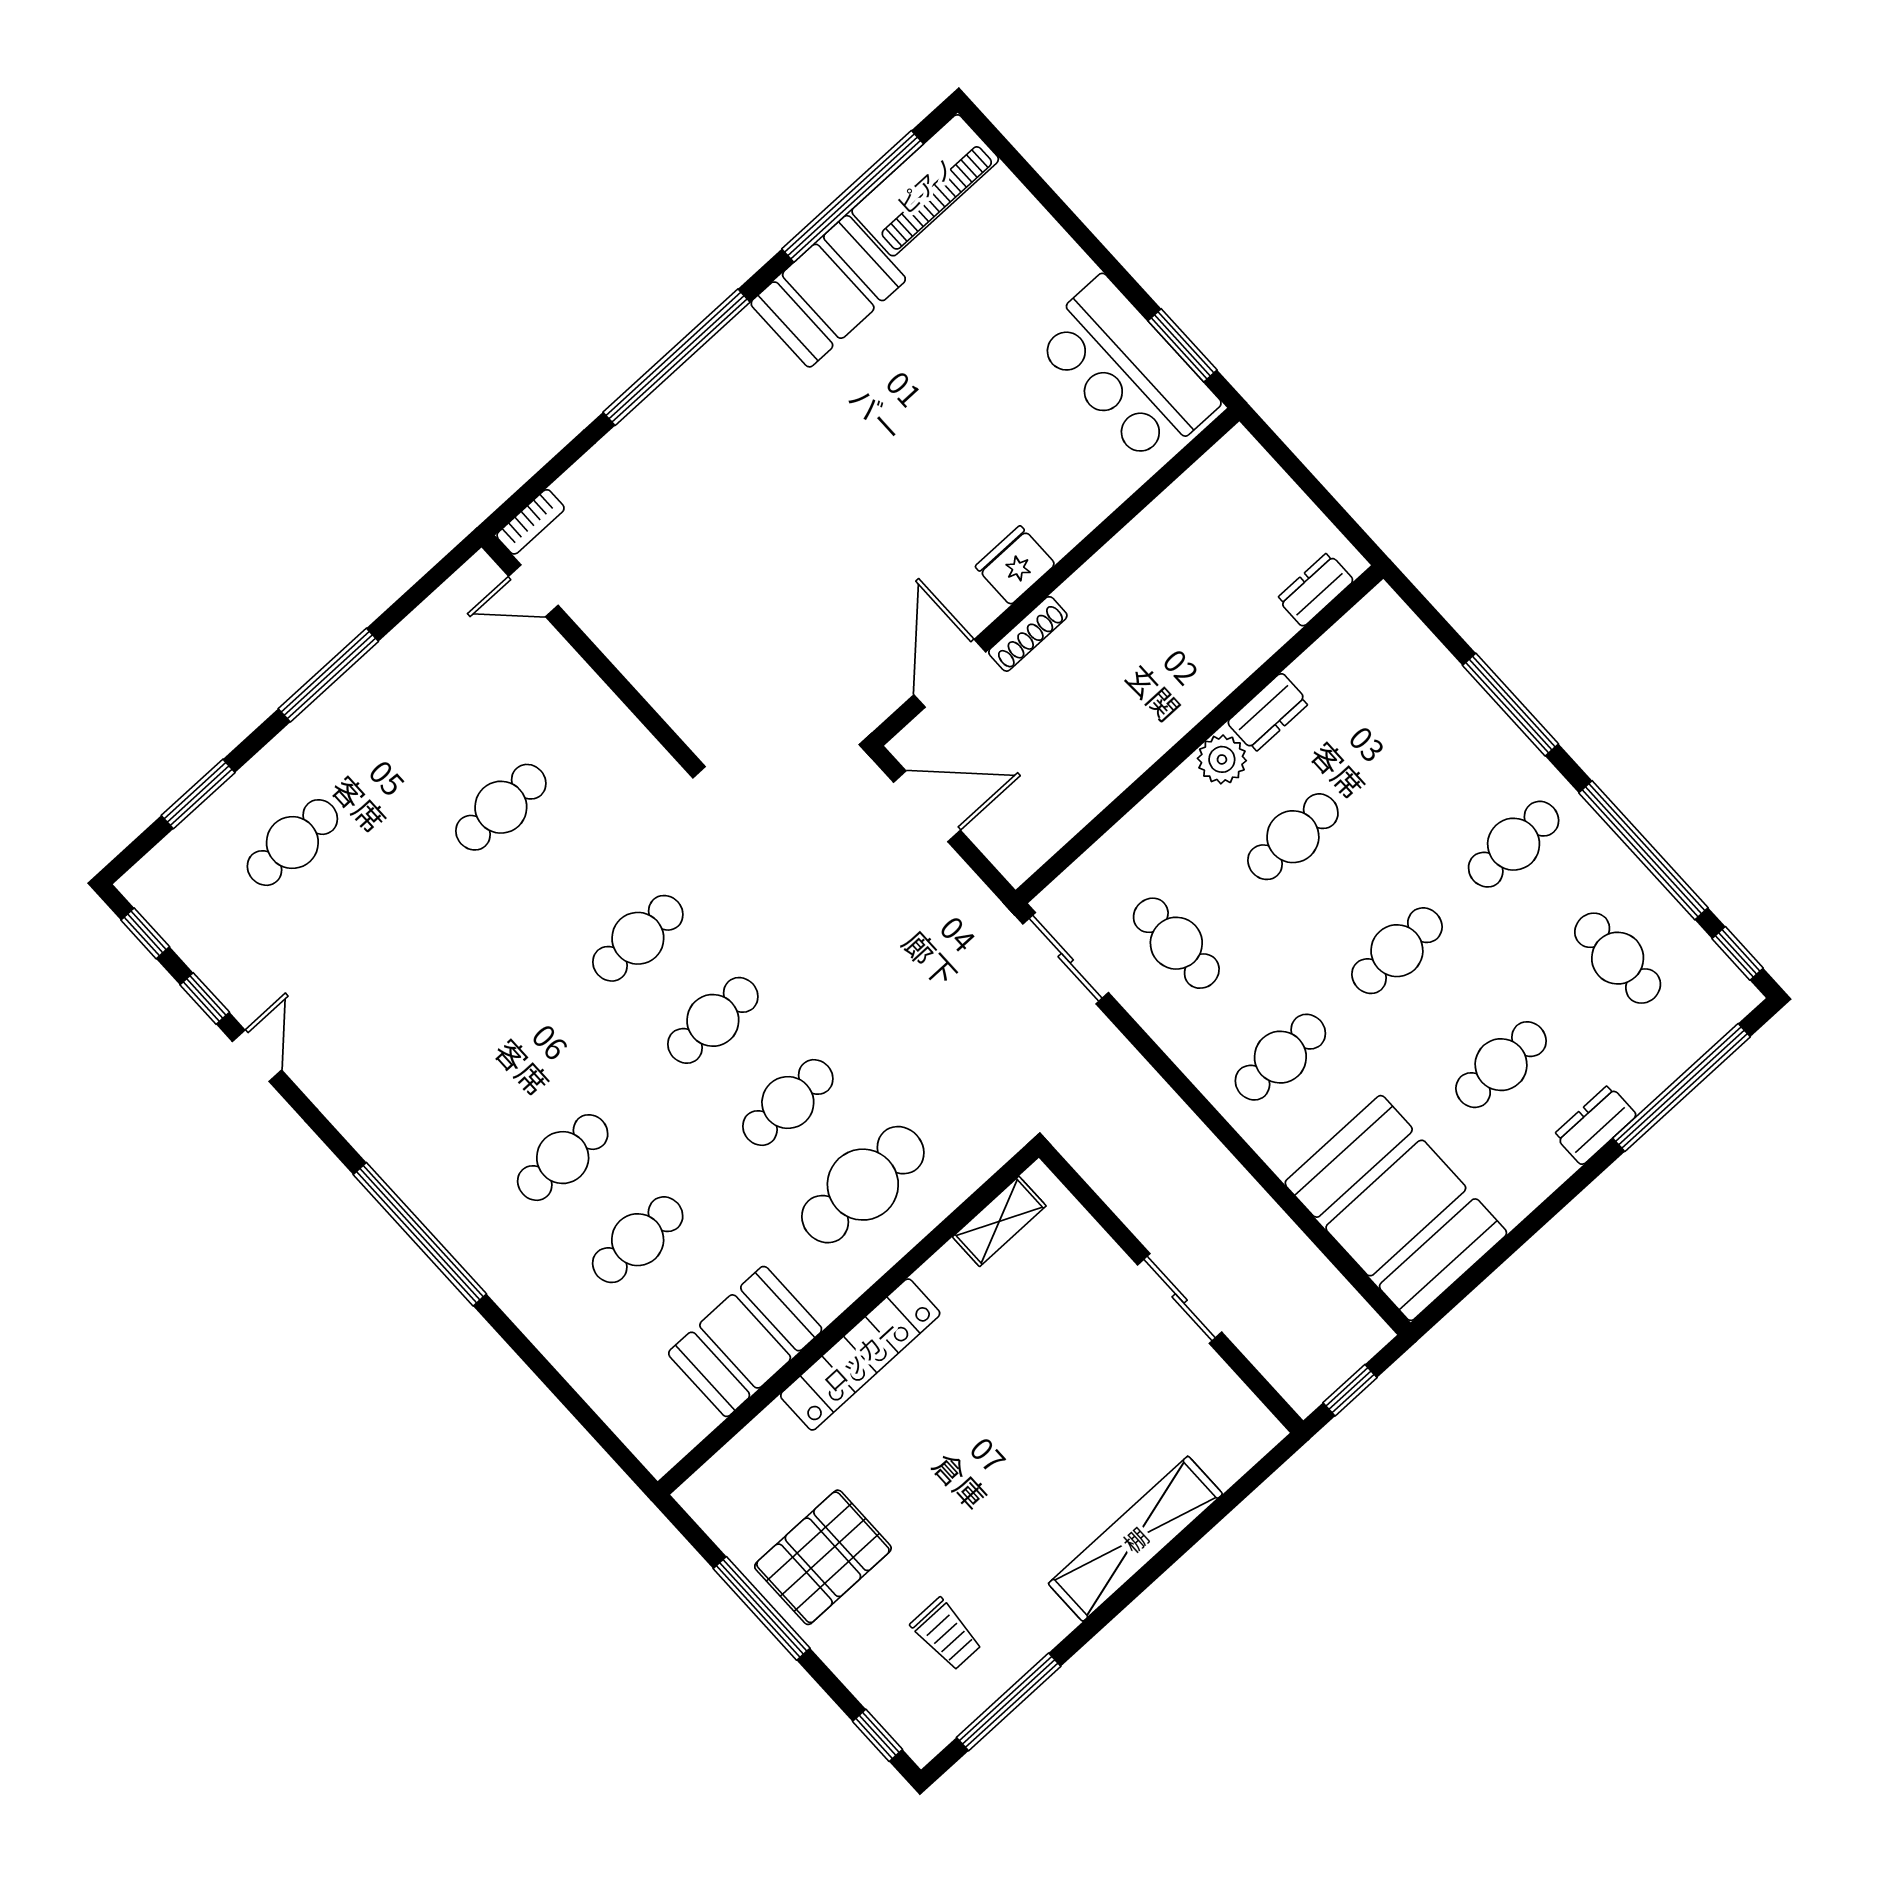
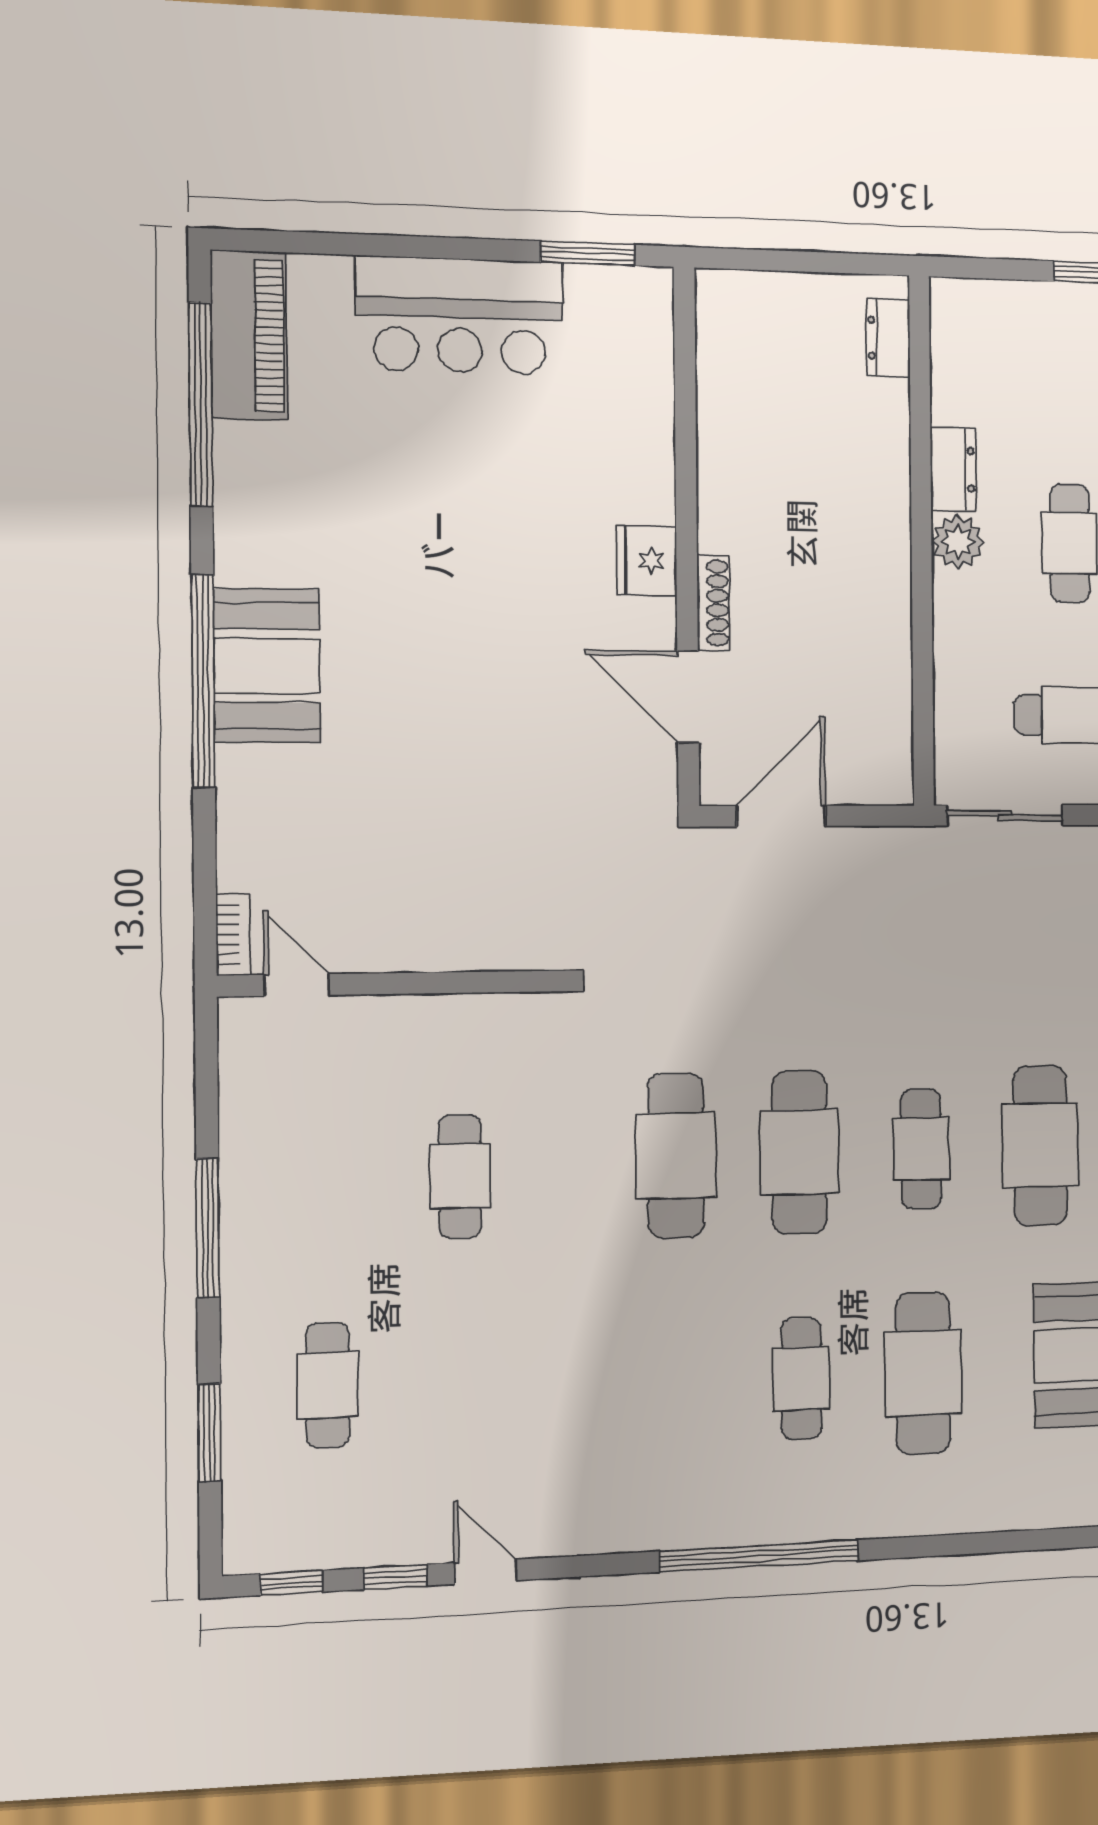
booth: (828, 291) -> (267, 666), moved
bar counter: (1126, 371) -> (460, 315), moved
door: (533, 591) -> (296, 985), swing flipped
cafe table: (638, 938) -> (676, 1156), width x1.37, depth x1.35
cafe table: (713, 1020) -> (799, 1152), width x1.37, depth x1.35
cafe table: (638, 1240) -> (923, 1373), width x1.37, depth x1.35

